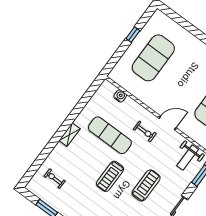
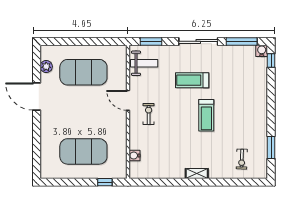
window: (133, 35) -> (105, 182), moved
exercise mat: (110, 135) -> (173, 140), removed
treadmill: (110, 176) -> (206, 115), turned 90

